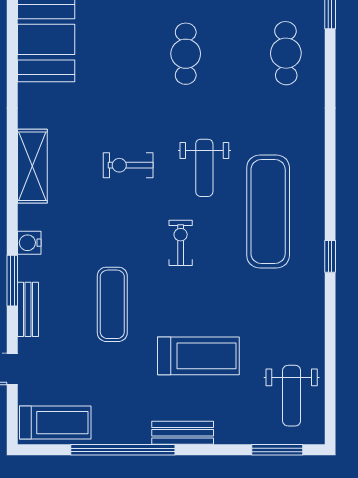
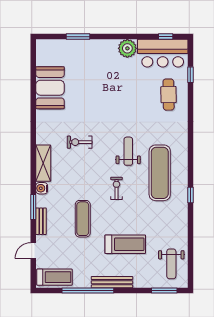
cafe table: (186, 54) -> (119, 95), removed
exercise bike: (128, 165) -> (80, 142), moved
shelving: (32, 166) -> (43, 163), moved
weight bench: (204, 168) -> (128, 151), turned 180
bench: (183, 433) -> (112, 282), width x1.36

